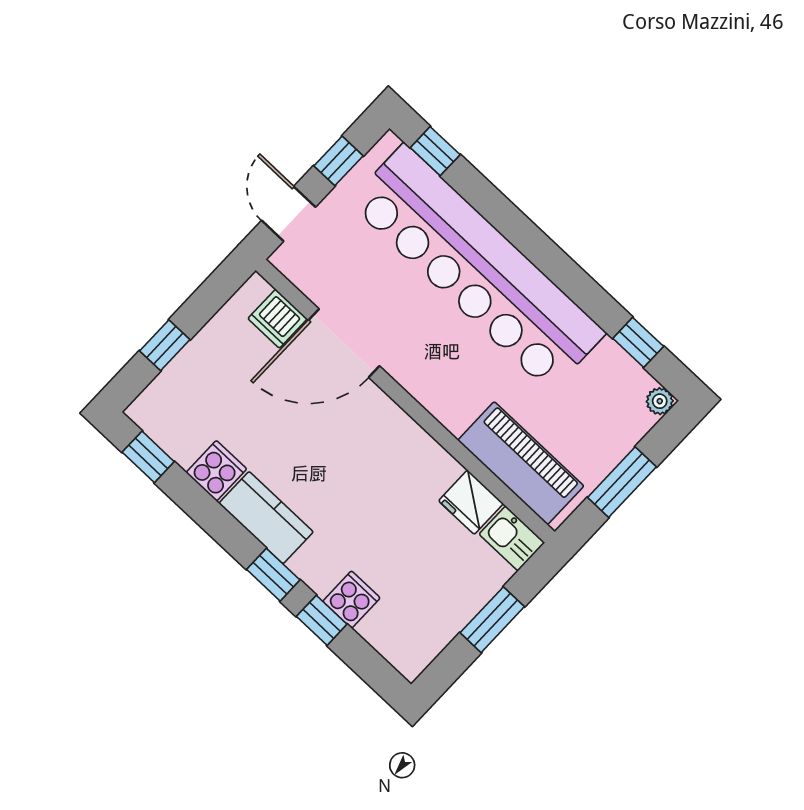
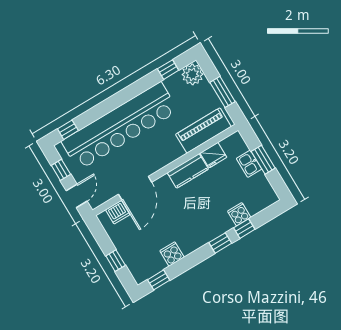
door: (289, 214) -> (77, 196), swing flipped
plant: (660, 401) -> (192, 74), width x1.88, depth x1.88
kitchen counter: (266, 518) -> (188, 171), moved, turned 180
kitchen sink: (512, 538) -> (249, 164), moved, turned 90

